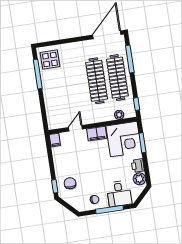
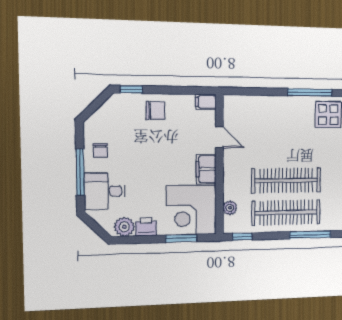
chair: (70, 183) -> (155, 111), moved

